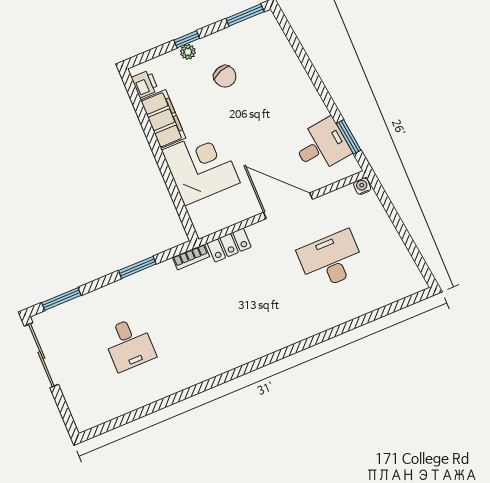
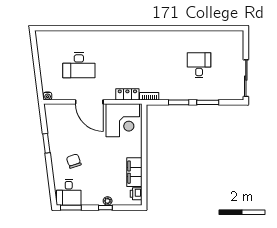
chair: (225, 76) -> (74, 161), moved
window: (349, 137) -> (46, 143), moved
desk: (322, 146) -> (69, 192), moved, turned -83
corner desk: (201, 167) -> (123, 120), moved, turned -90
window: (61, 299) -> (208, 102), moved

